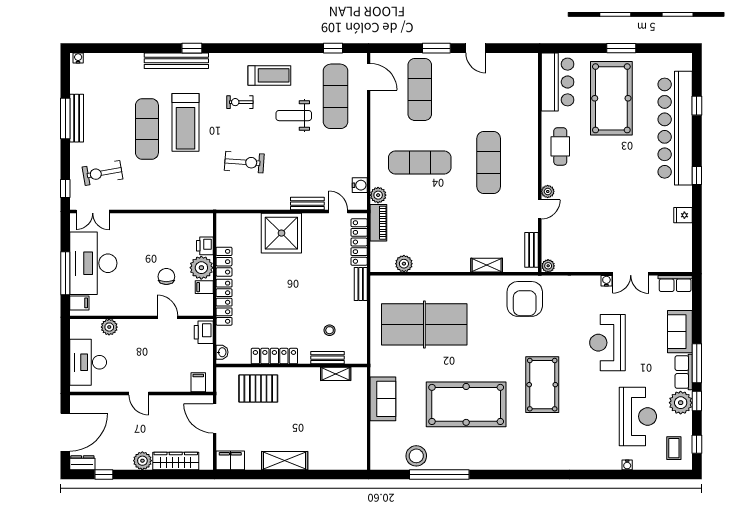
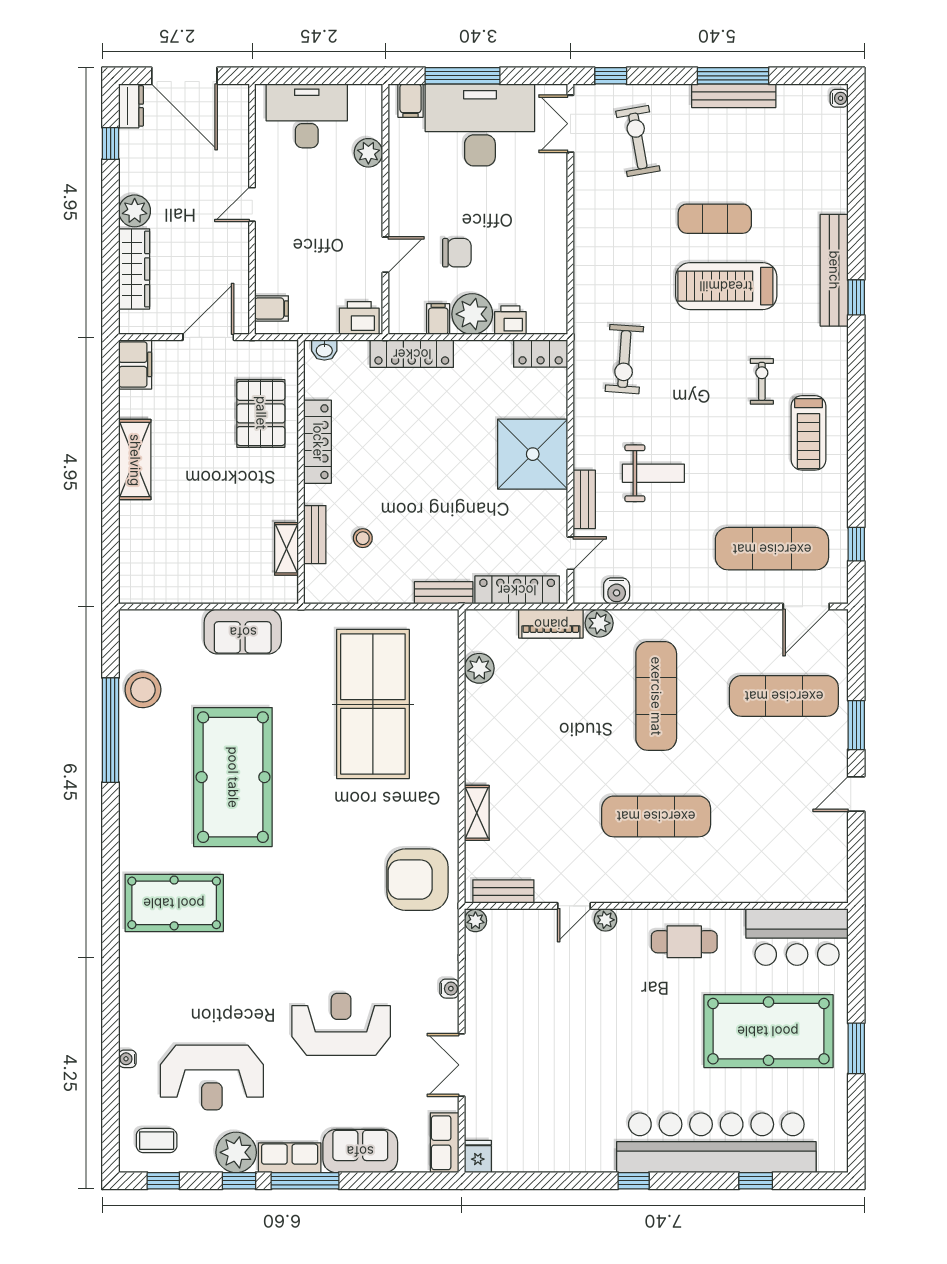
weight bench: (294, 116) -> (653, 473), moved, turned 90
exercise mat: (147, 129) -> (715, 219), width x0.73, depth x0.69
exercise bike: (244, 162) -> (624, 359), moved
door: (540, 209) -> (574, 906), hinge flipped
fridge: (683, 215) -> (478, 1156), moved
locker: (224, 262) -> (541, 354), moved
water cooler: (606, 281) -> (449, 989), moved
pool table: (542, 385) -> (174, 903), moved

